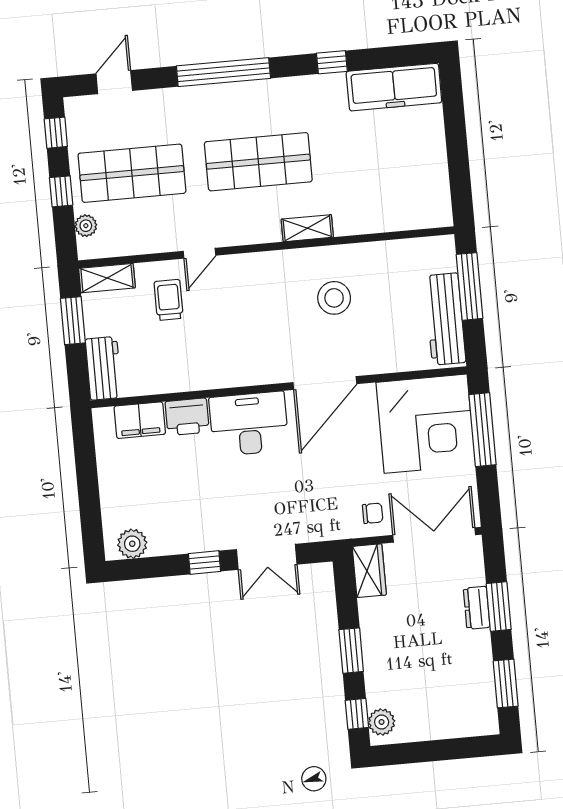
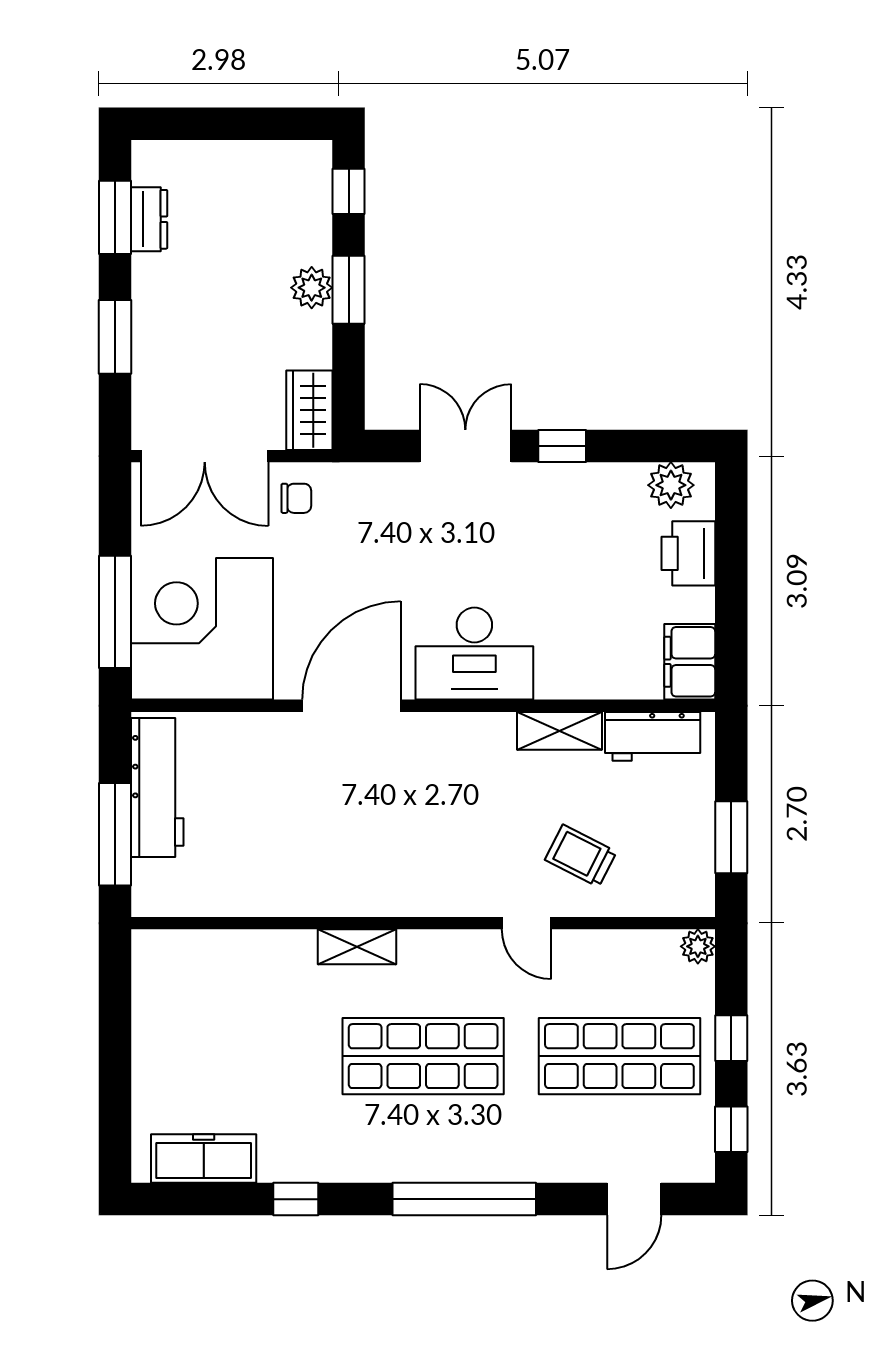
freezer: (394, 87) -> (204, 1159), width x0.73, depth x0.79
plant: (86, 226) -> (698, 946), moved
door: (200, 253) -> (527, 923), swing flipped
shelving: (107, 278) -> (559, 731), moved
stool: (334, 298) -> (325, 836), removed
trolley: (169, 300) -> (581, 856), turned 117
workbench: (104, 368) -> (653, 736), moved, turned -90
printer: (187, 417) -> (688, 553), moved, turned -90
filing cabinet: (140, 420) -> (690, 662), moved, turned -90
chair: (373, 513) -> (296, 498), turned 180
dresser: (477, 608) -> (149, 219), moved
plant: (382, 722) -> (312, 288), moved

